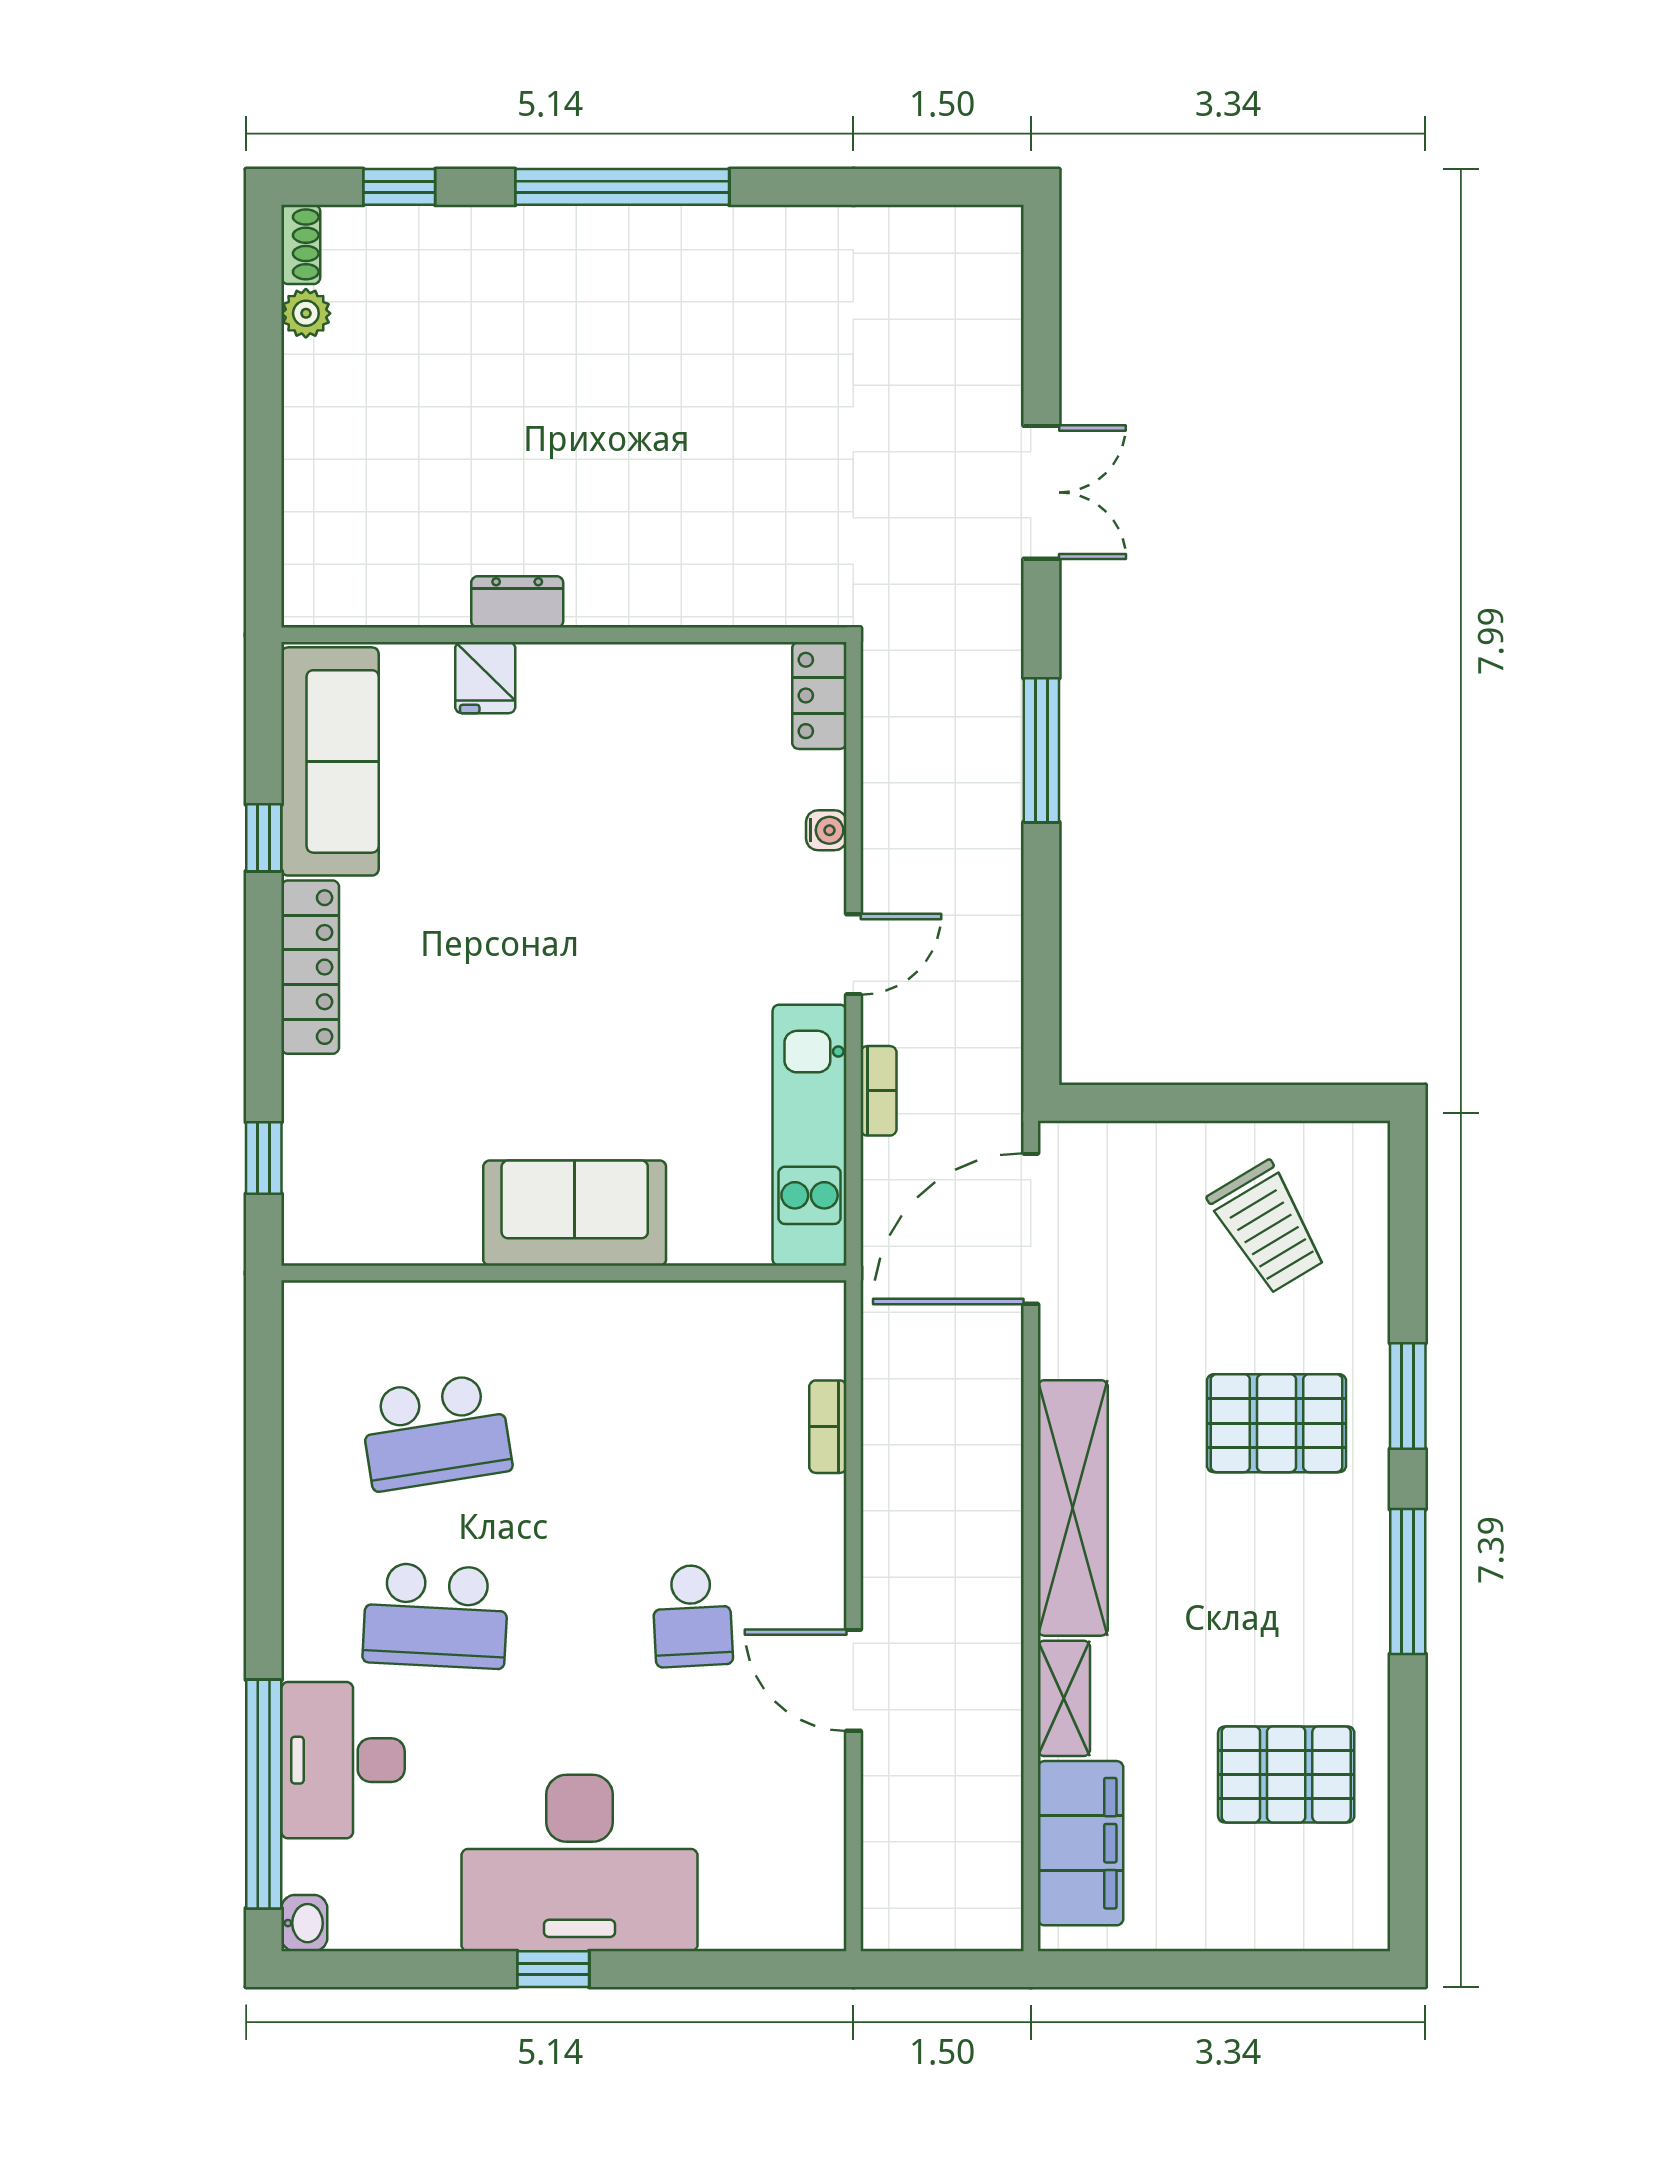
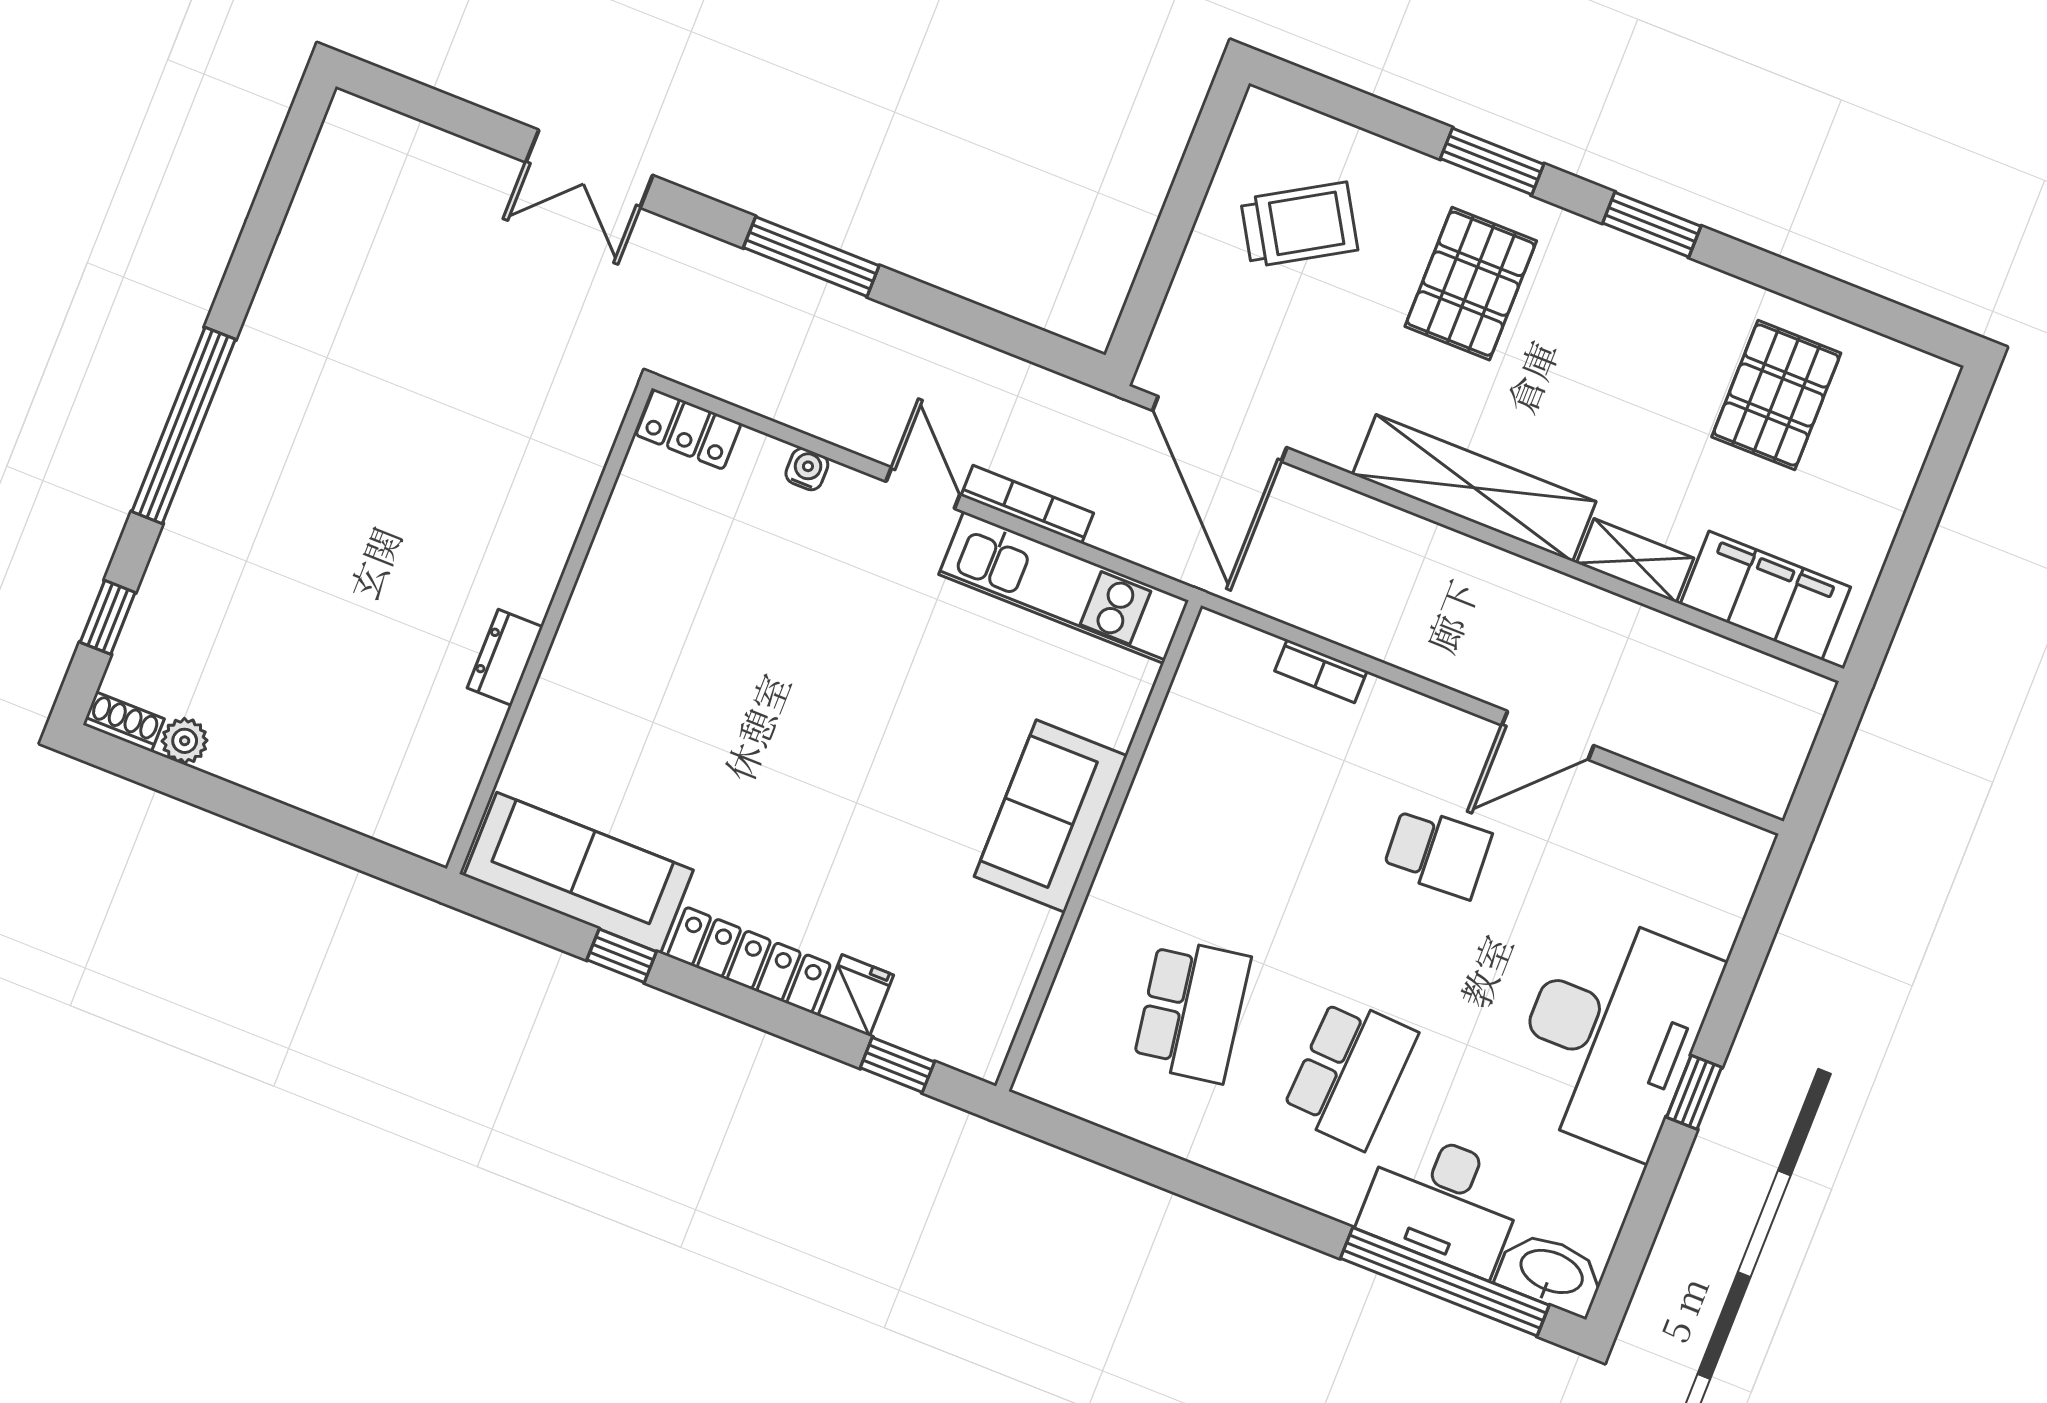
double door: (1041, 492) -> (589, 169), swing flipped
fridge: (485, 678) -> (856, 995), moved, turned -90
bookcase: (879, 1091) -> (1027, 504), width x1.56
window: (1408, 1582) -> (1652, 225), width x0.69
washbasin: (304, 1923) -> (1551, 1273), width x1.91, depth x1.45

